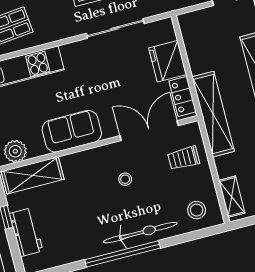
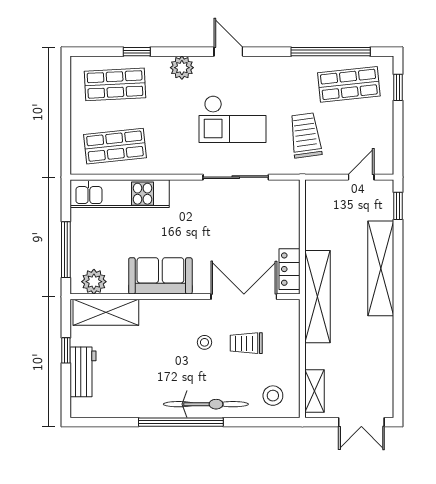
fridge: (168, 61) -> (283, 227), removed
trolley: (184, 158) -> (246, 343), moved

